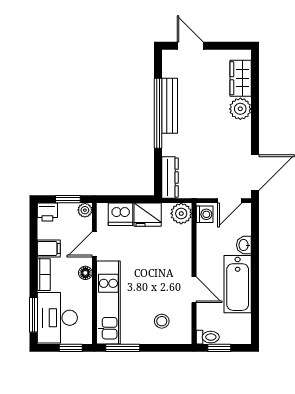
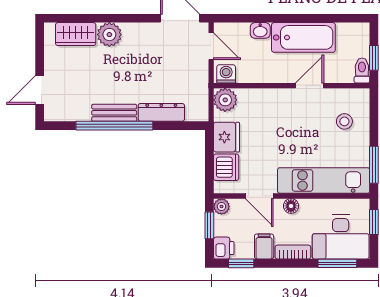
bench: (170, 106) -> (114, 113), width x0.73
dresser: (170, 178) -> (161, 112), moved
window: (33, 228) -> (241, 263), added

